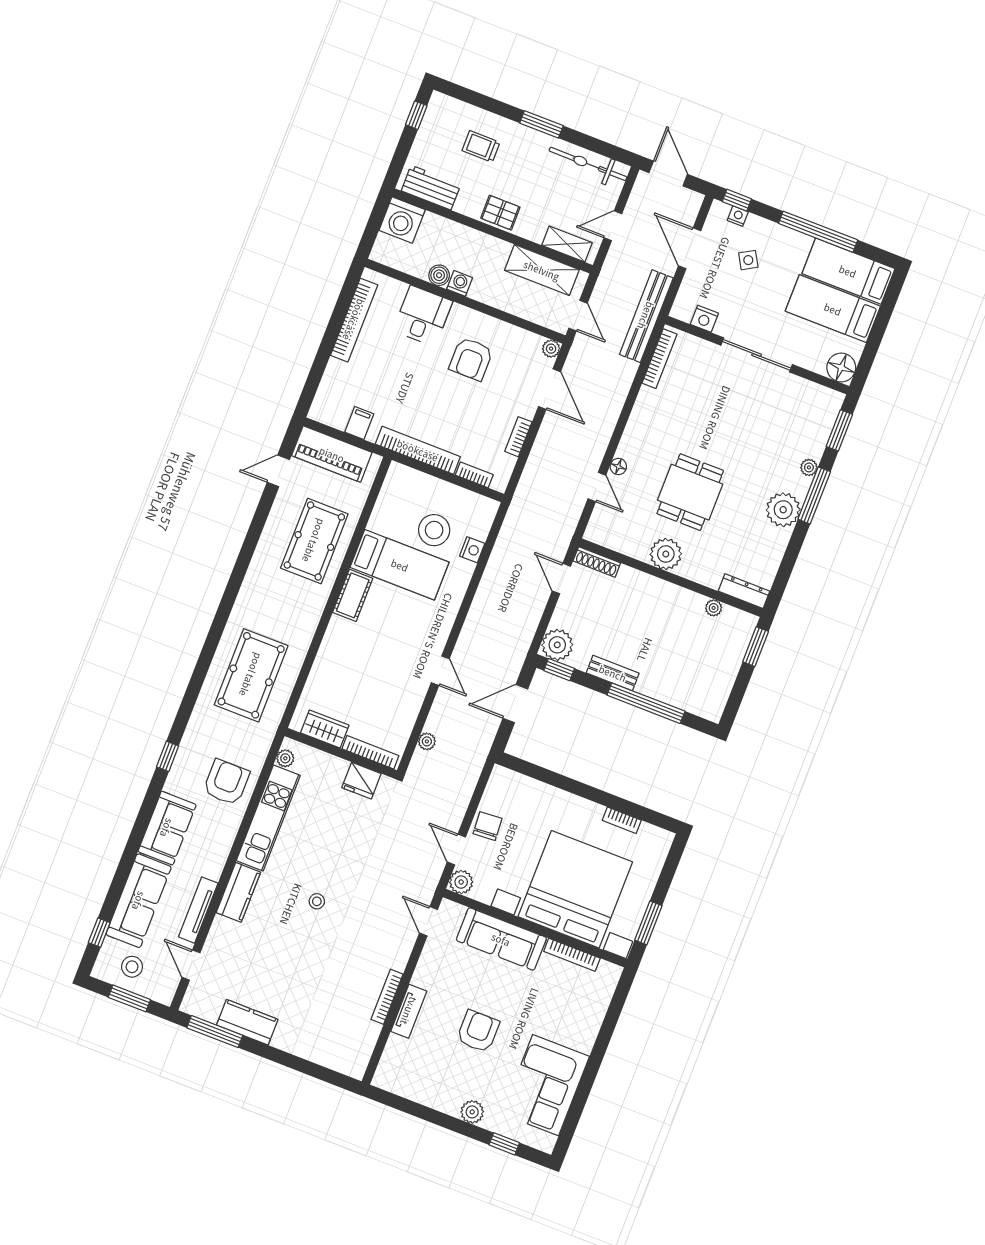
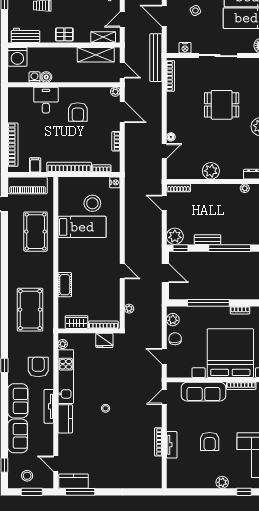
washing machine: (460, 283) -> (35, 77), moved
bookcase: (354, 320) -> (13, 145), moved
door: (597, 487) -> (164, 151), hinge flipped
dining table: (690, 492) -> (222, 105), moved, turned 90
nightstand: (472, 550) -> (115, 182), moved
cot: (353, 595) -> (65, 285), moved
door: (515, 704) -> (165, 273), swing flipped
window: (571, 786) -> (208, 303), added
plant: (461, 882) -> (173, 320), moved
sofa: (139, 901) -> (18, 436), width x0.73
tv unit: (198, 910) -> (49, 406), moved
door: (429, 921) -> (164, 397), hinge flipped
kitchen counter: (247, 1022) -> (74, 481), moved
armchair: (478, 1031) -> (210, 441), turned 180

